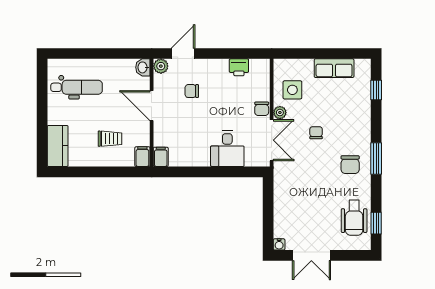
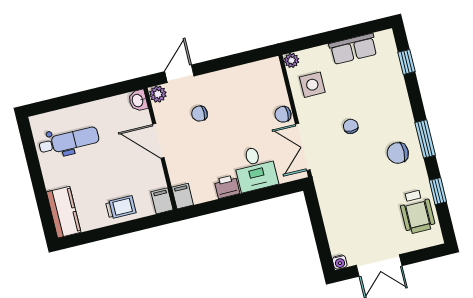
printer: (239, 67) -> (227, 187), moved, turned 180
chair: (262, 109) -> (283, 114), turned 90
plant: (280, 113) -> (292, 60), moved
trolley: (110, 139) -> (121, 207), moved
double door: (272, 140) -> (303, 147), swing flipped
chair: (350, 165) -> (398, 153), turned 90
window: (376, 223) -> (438, 191), moved

